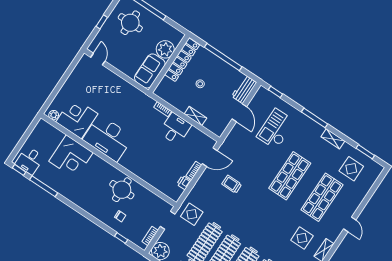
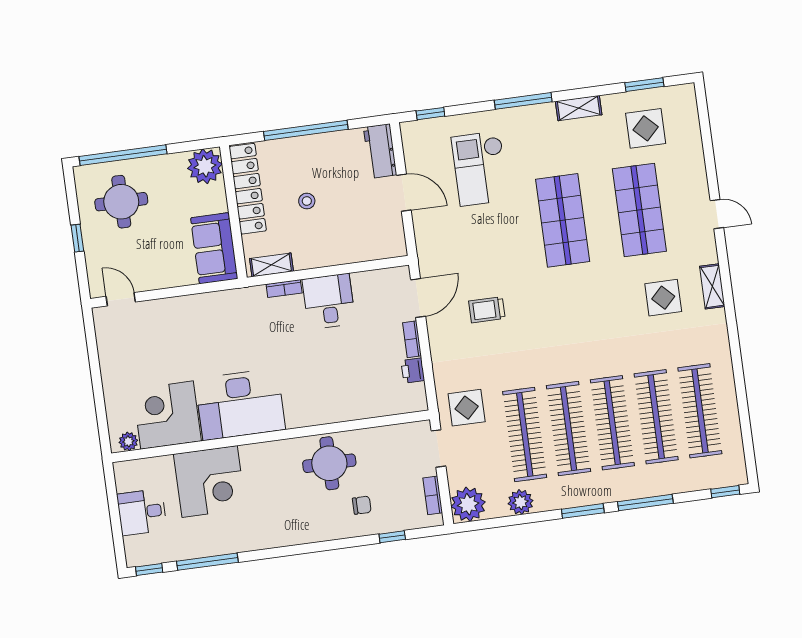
plant: (165, 49) -> (205, 166), moved
shelving: (195, 116) -> (271, 265), moved
desk: (29, 161) -> (142, 512), moved, turned 90

